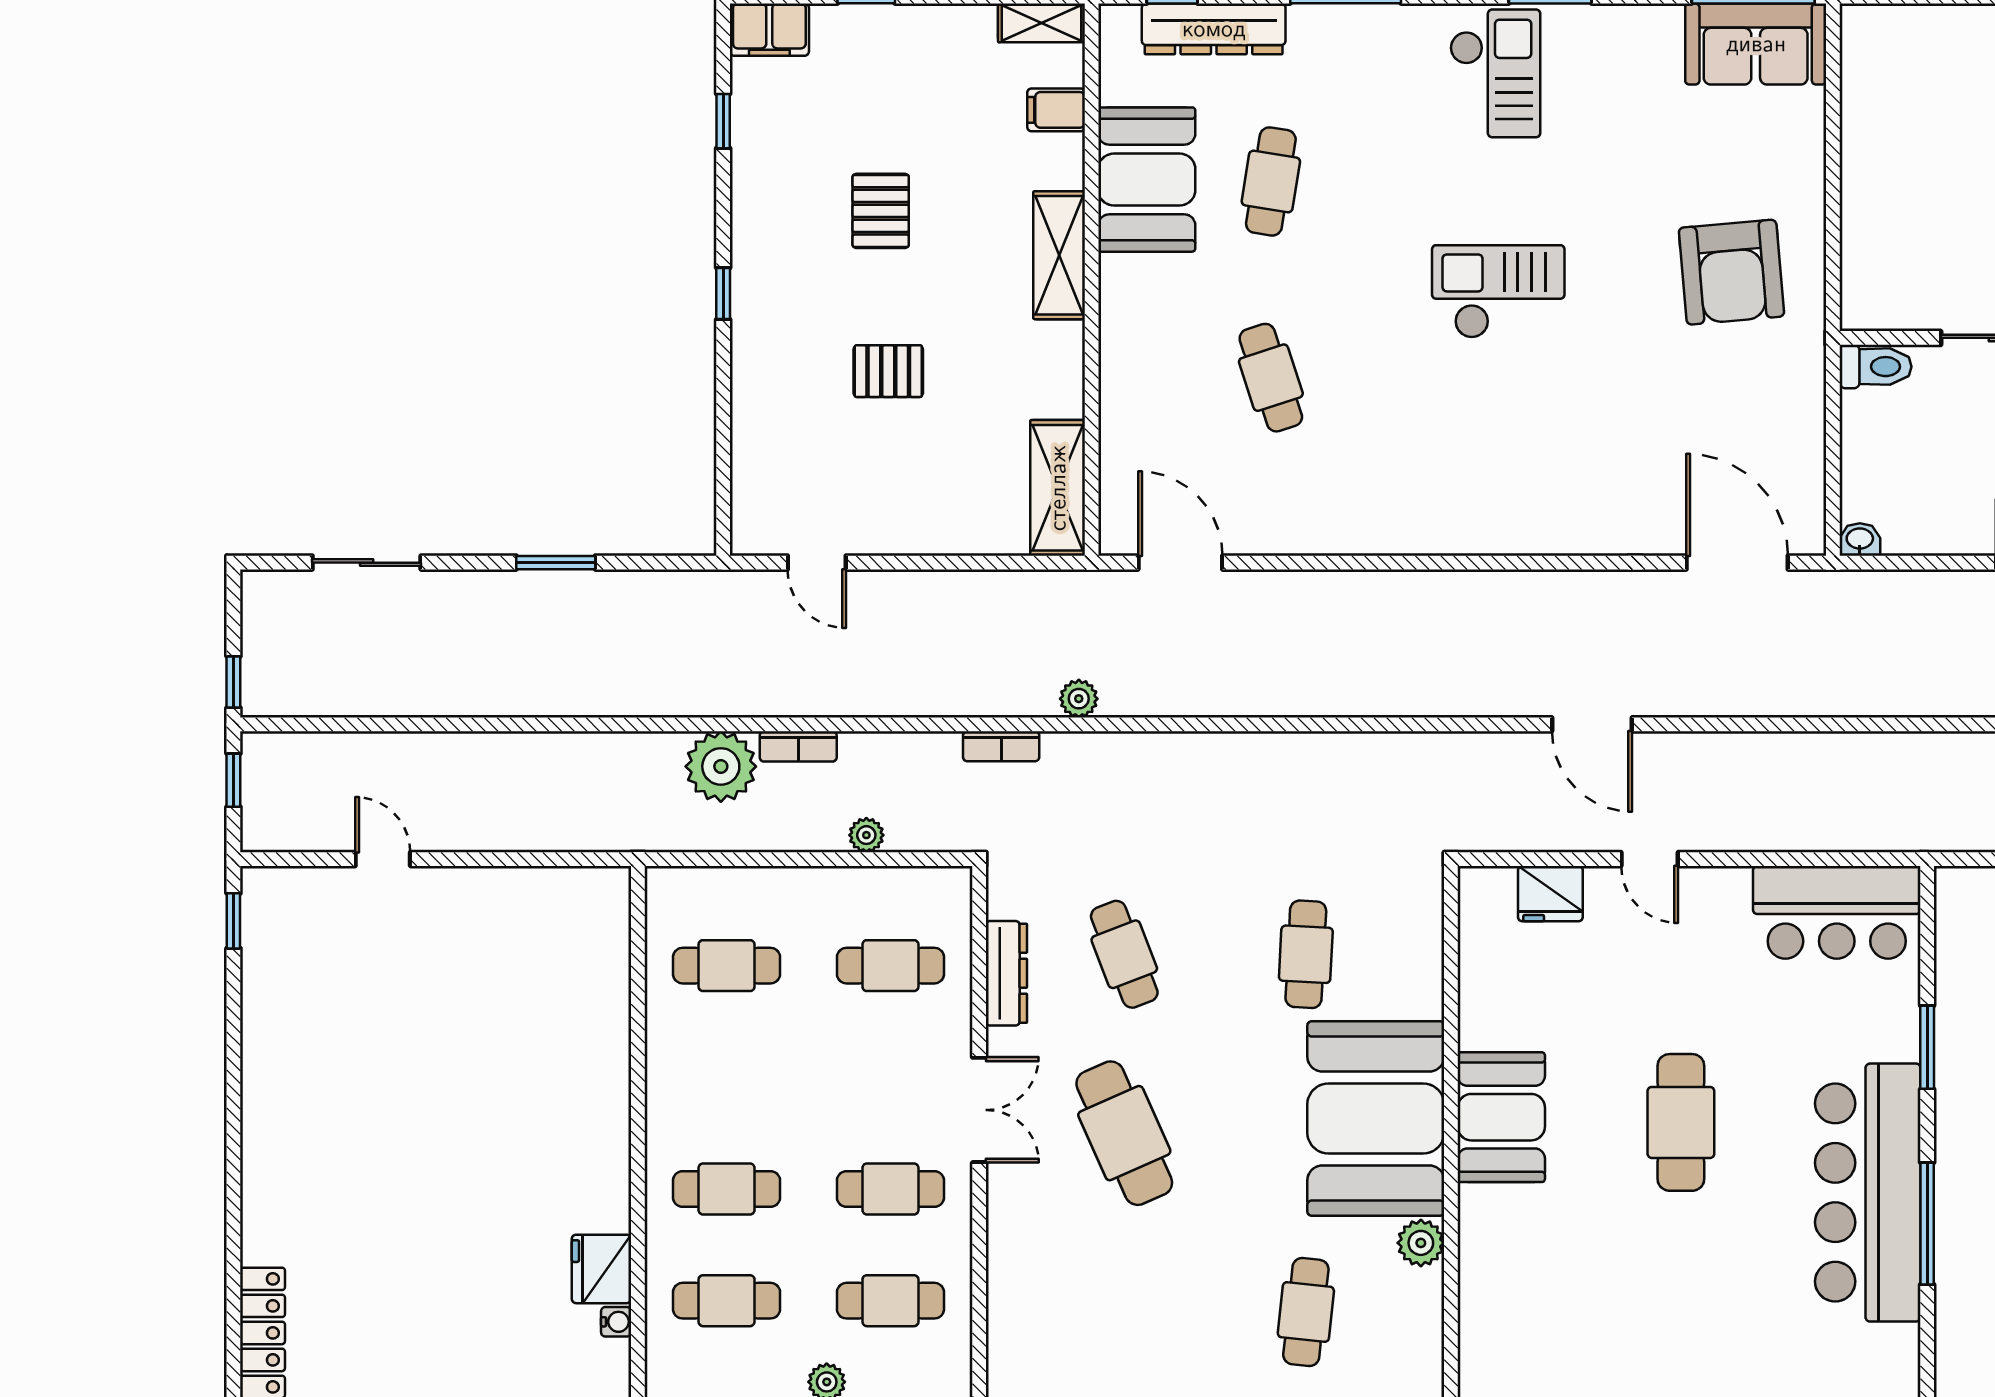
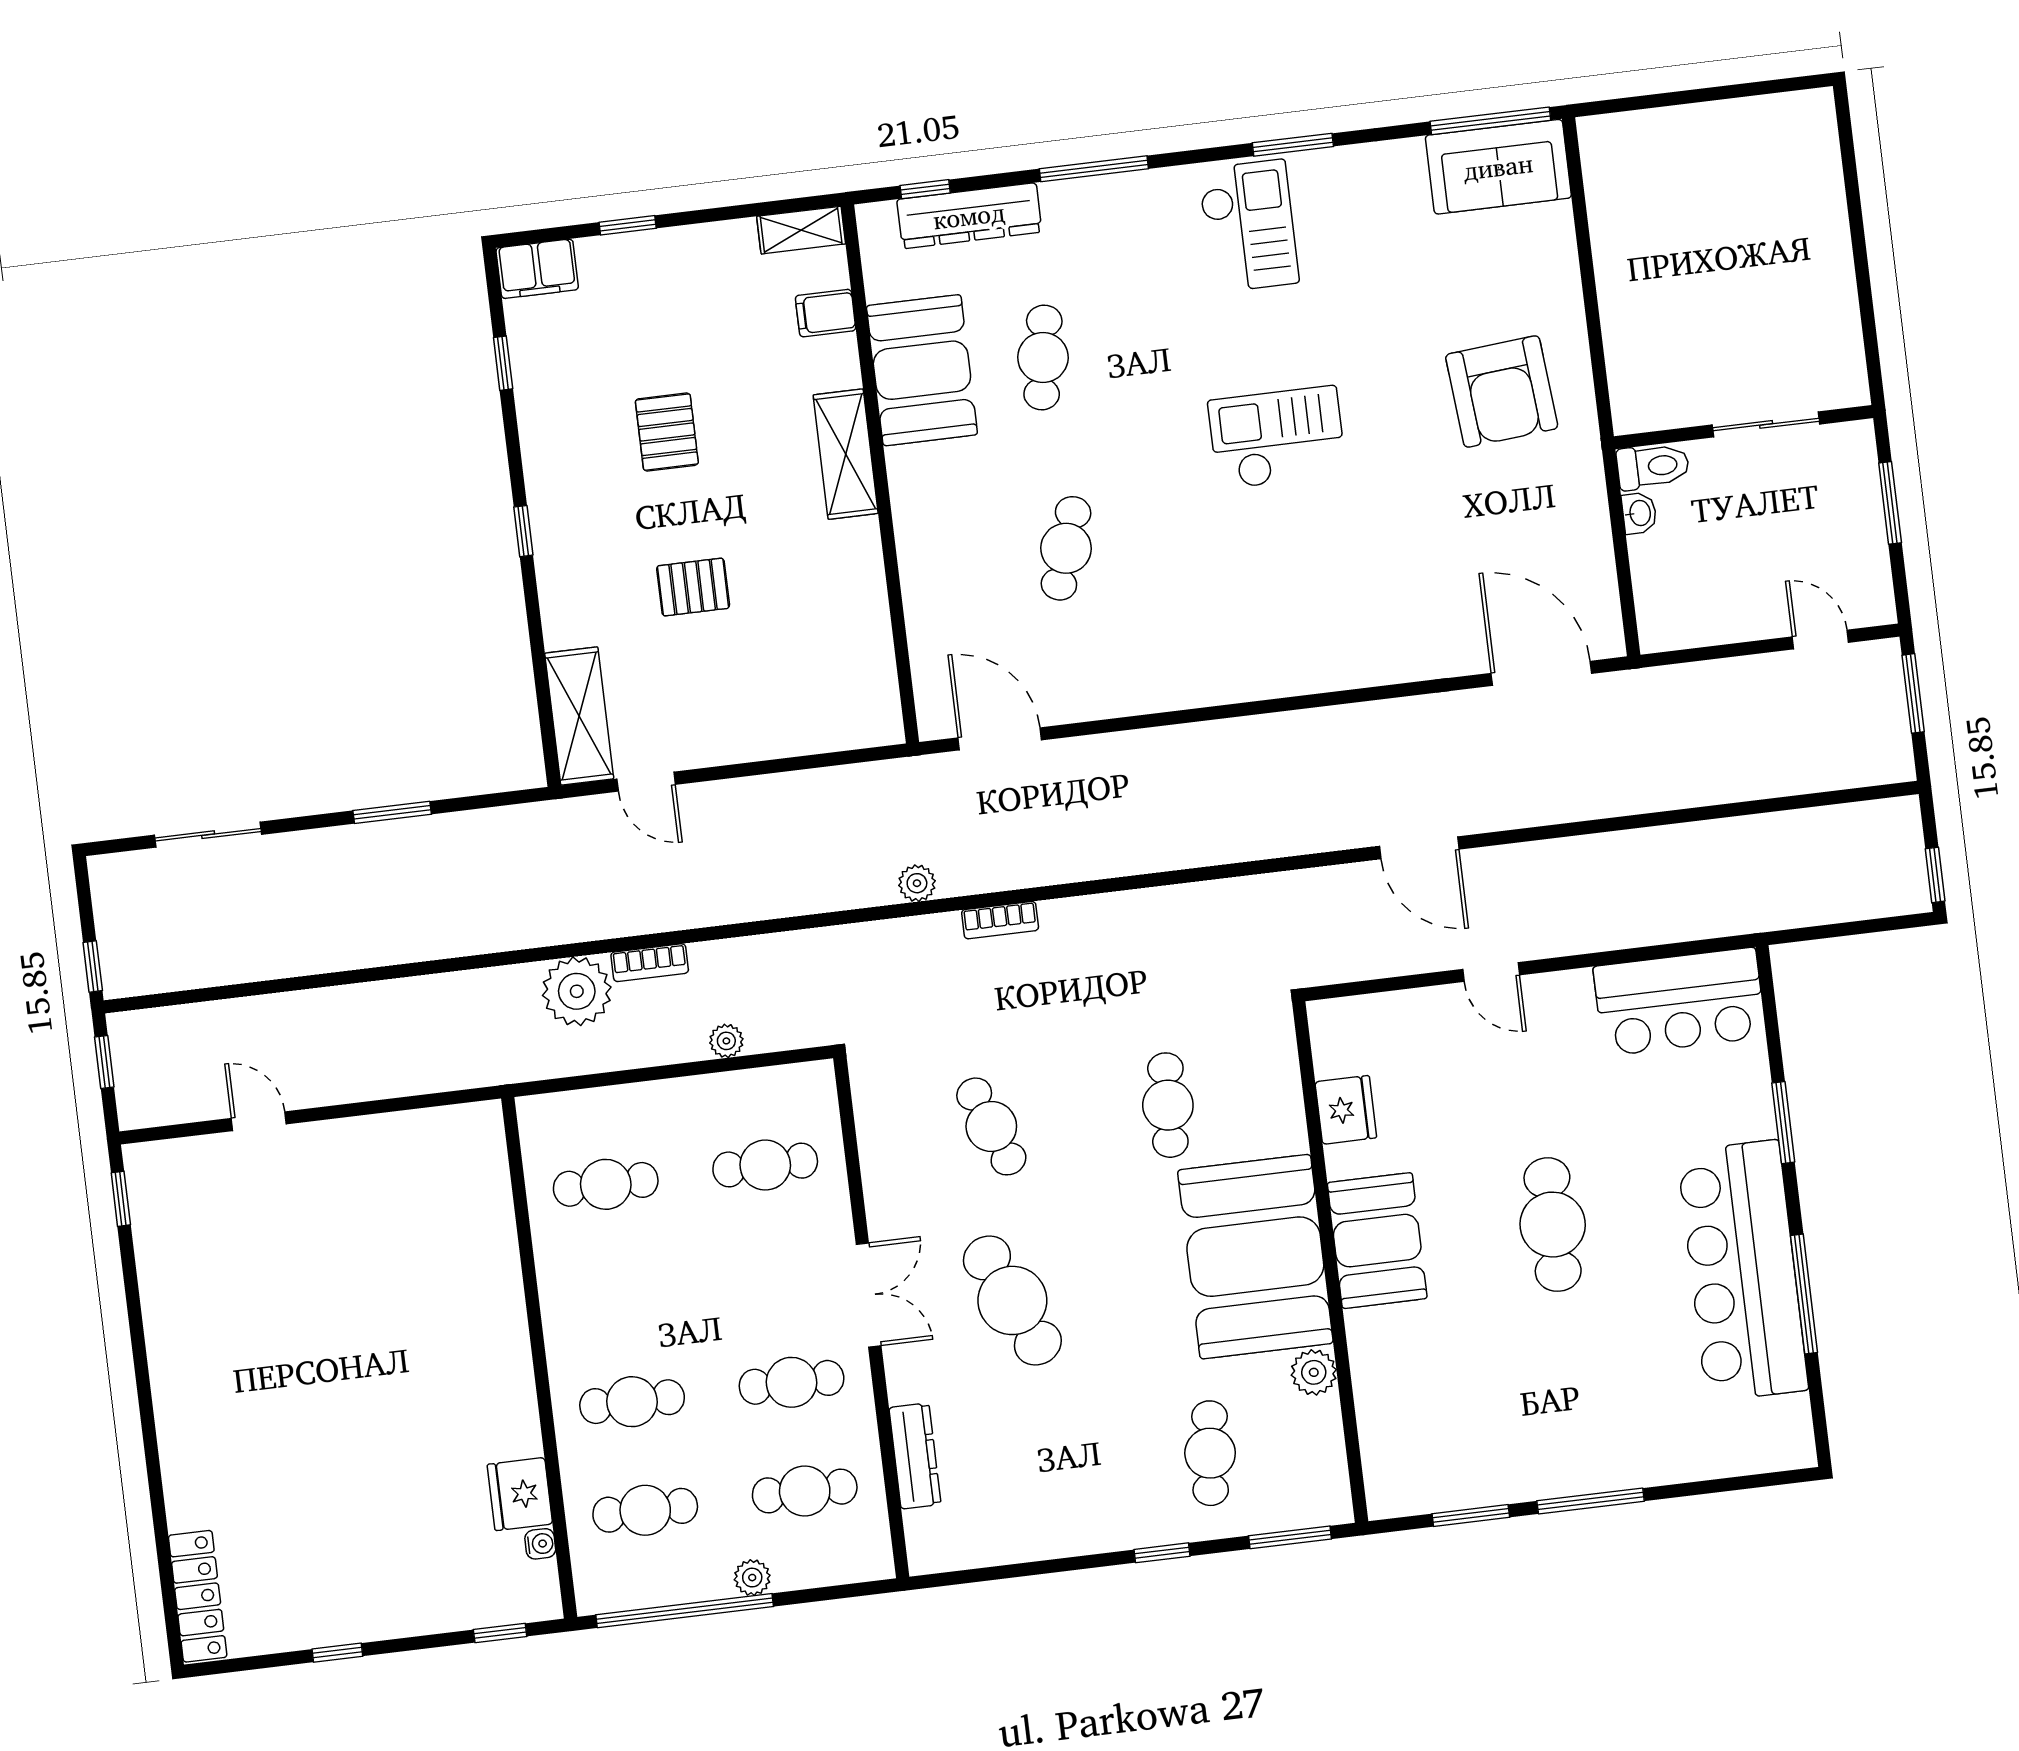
cafe table: (1271, 378) -> (1066, 548), turned 36
shelving: (1058, 488) -> (579, 716), moved
washbasin: (1860, 539) -> (1639, 513), moved, turned 90
bookcase: (1001, 746) -> (1000, 920), moved
fridge: (1550, 894) -> (1346, 1110), moved, turned -90
dresser: (1006, 973) -> (915, 1456), moved

